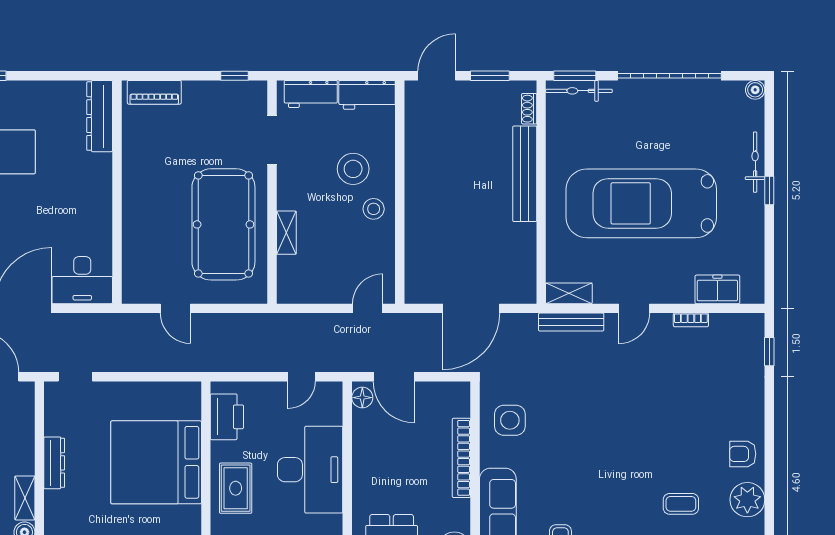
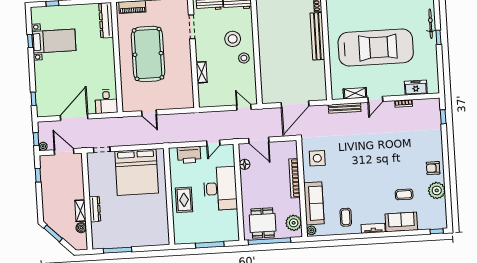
car: (641, 203) -> (376, 47), turned 180
pool table: (223, 224) -> (148, 54), moved
desk: (82, 280) -> (106, 101), width x0.73
shelving: (569, 293) -> (355, 93), moved
door: (368, 308) -> (244, 107), hinge flipped
floor lamp: (362, 398) -> (245, 164), moved
printer: (227, 417) -> (189, 155), moved, turned 90
bed: (156, 462) -> (137, 172), moved, turned -90
dresser: (54, 463) -> (95, 209), moved

